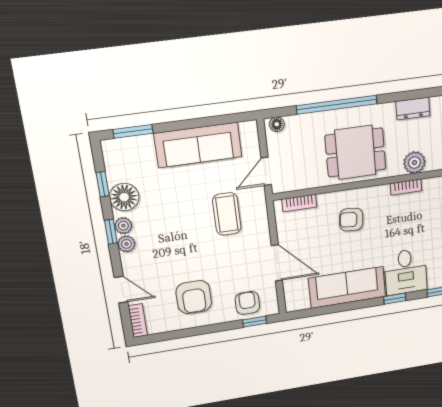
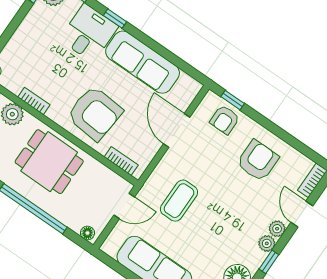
armchair: (351, 220) -> (95, 113), width x1.88, depth x1.88
plant: (123, 226) -> (277, 229), moved

